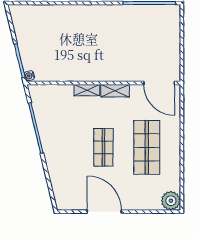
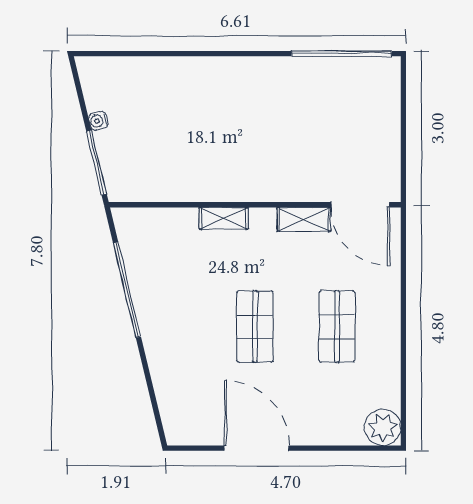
water cooler: (29, 76) -> (98, 121), moved
shelving: (115, 91) -> (304, 219), moved
shop shelf: (147, 147) -> (337, 326), width x0.70, depth x0.74

